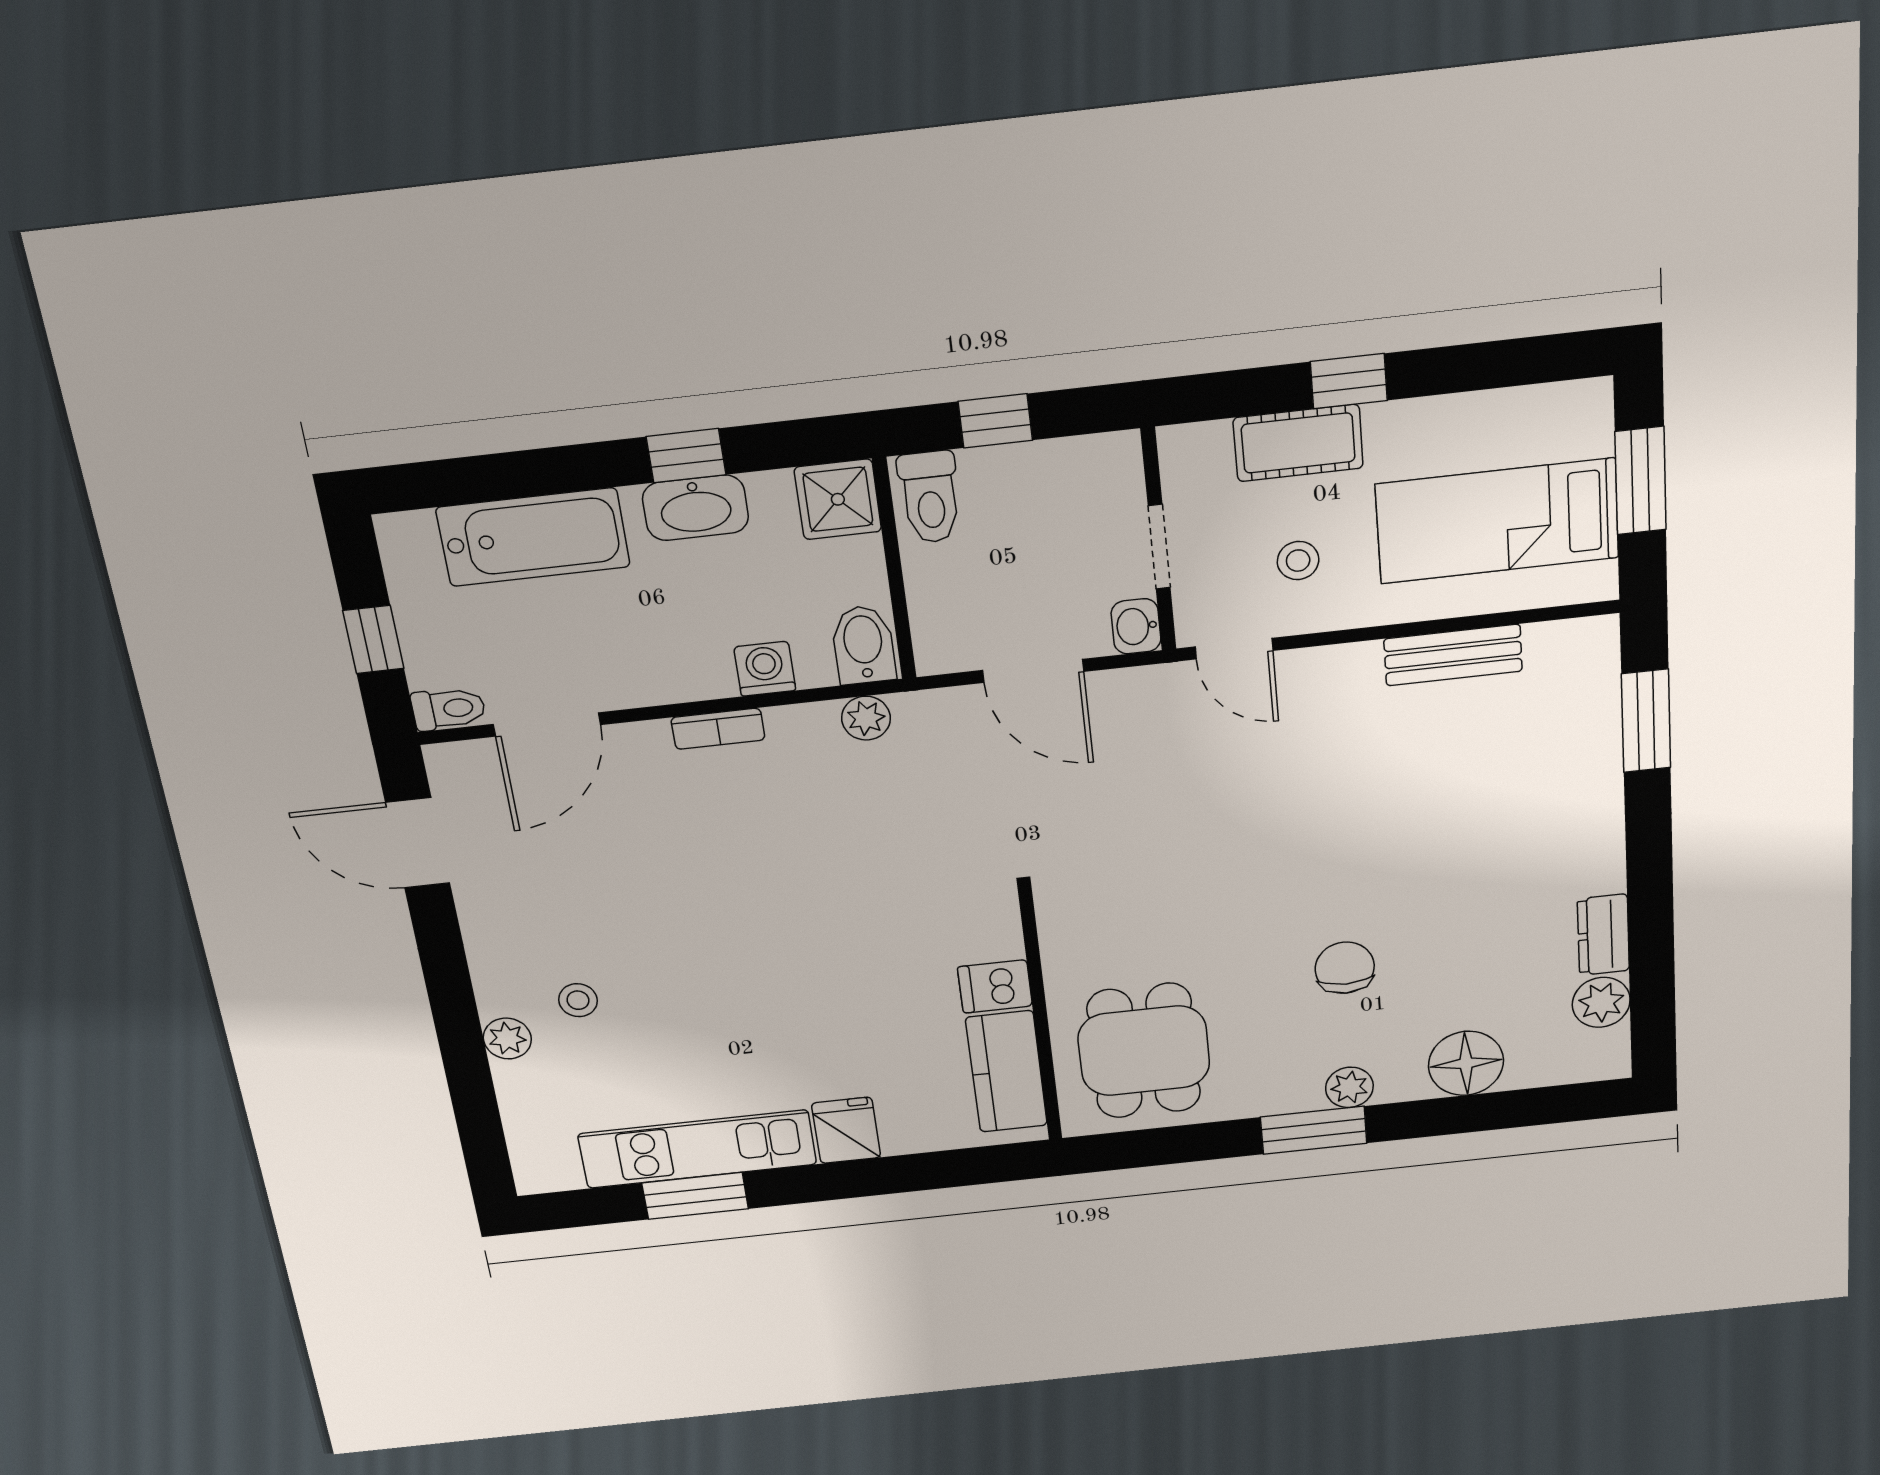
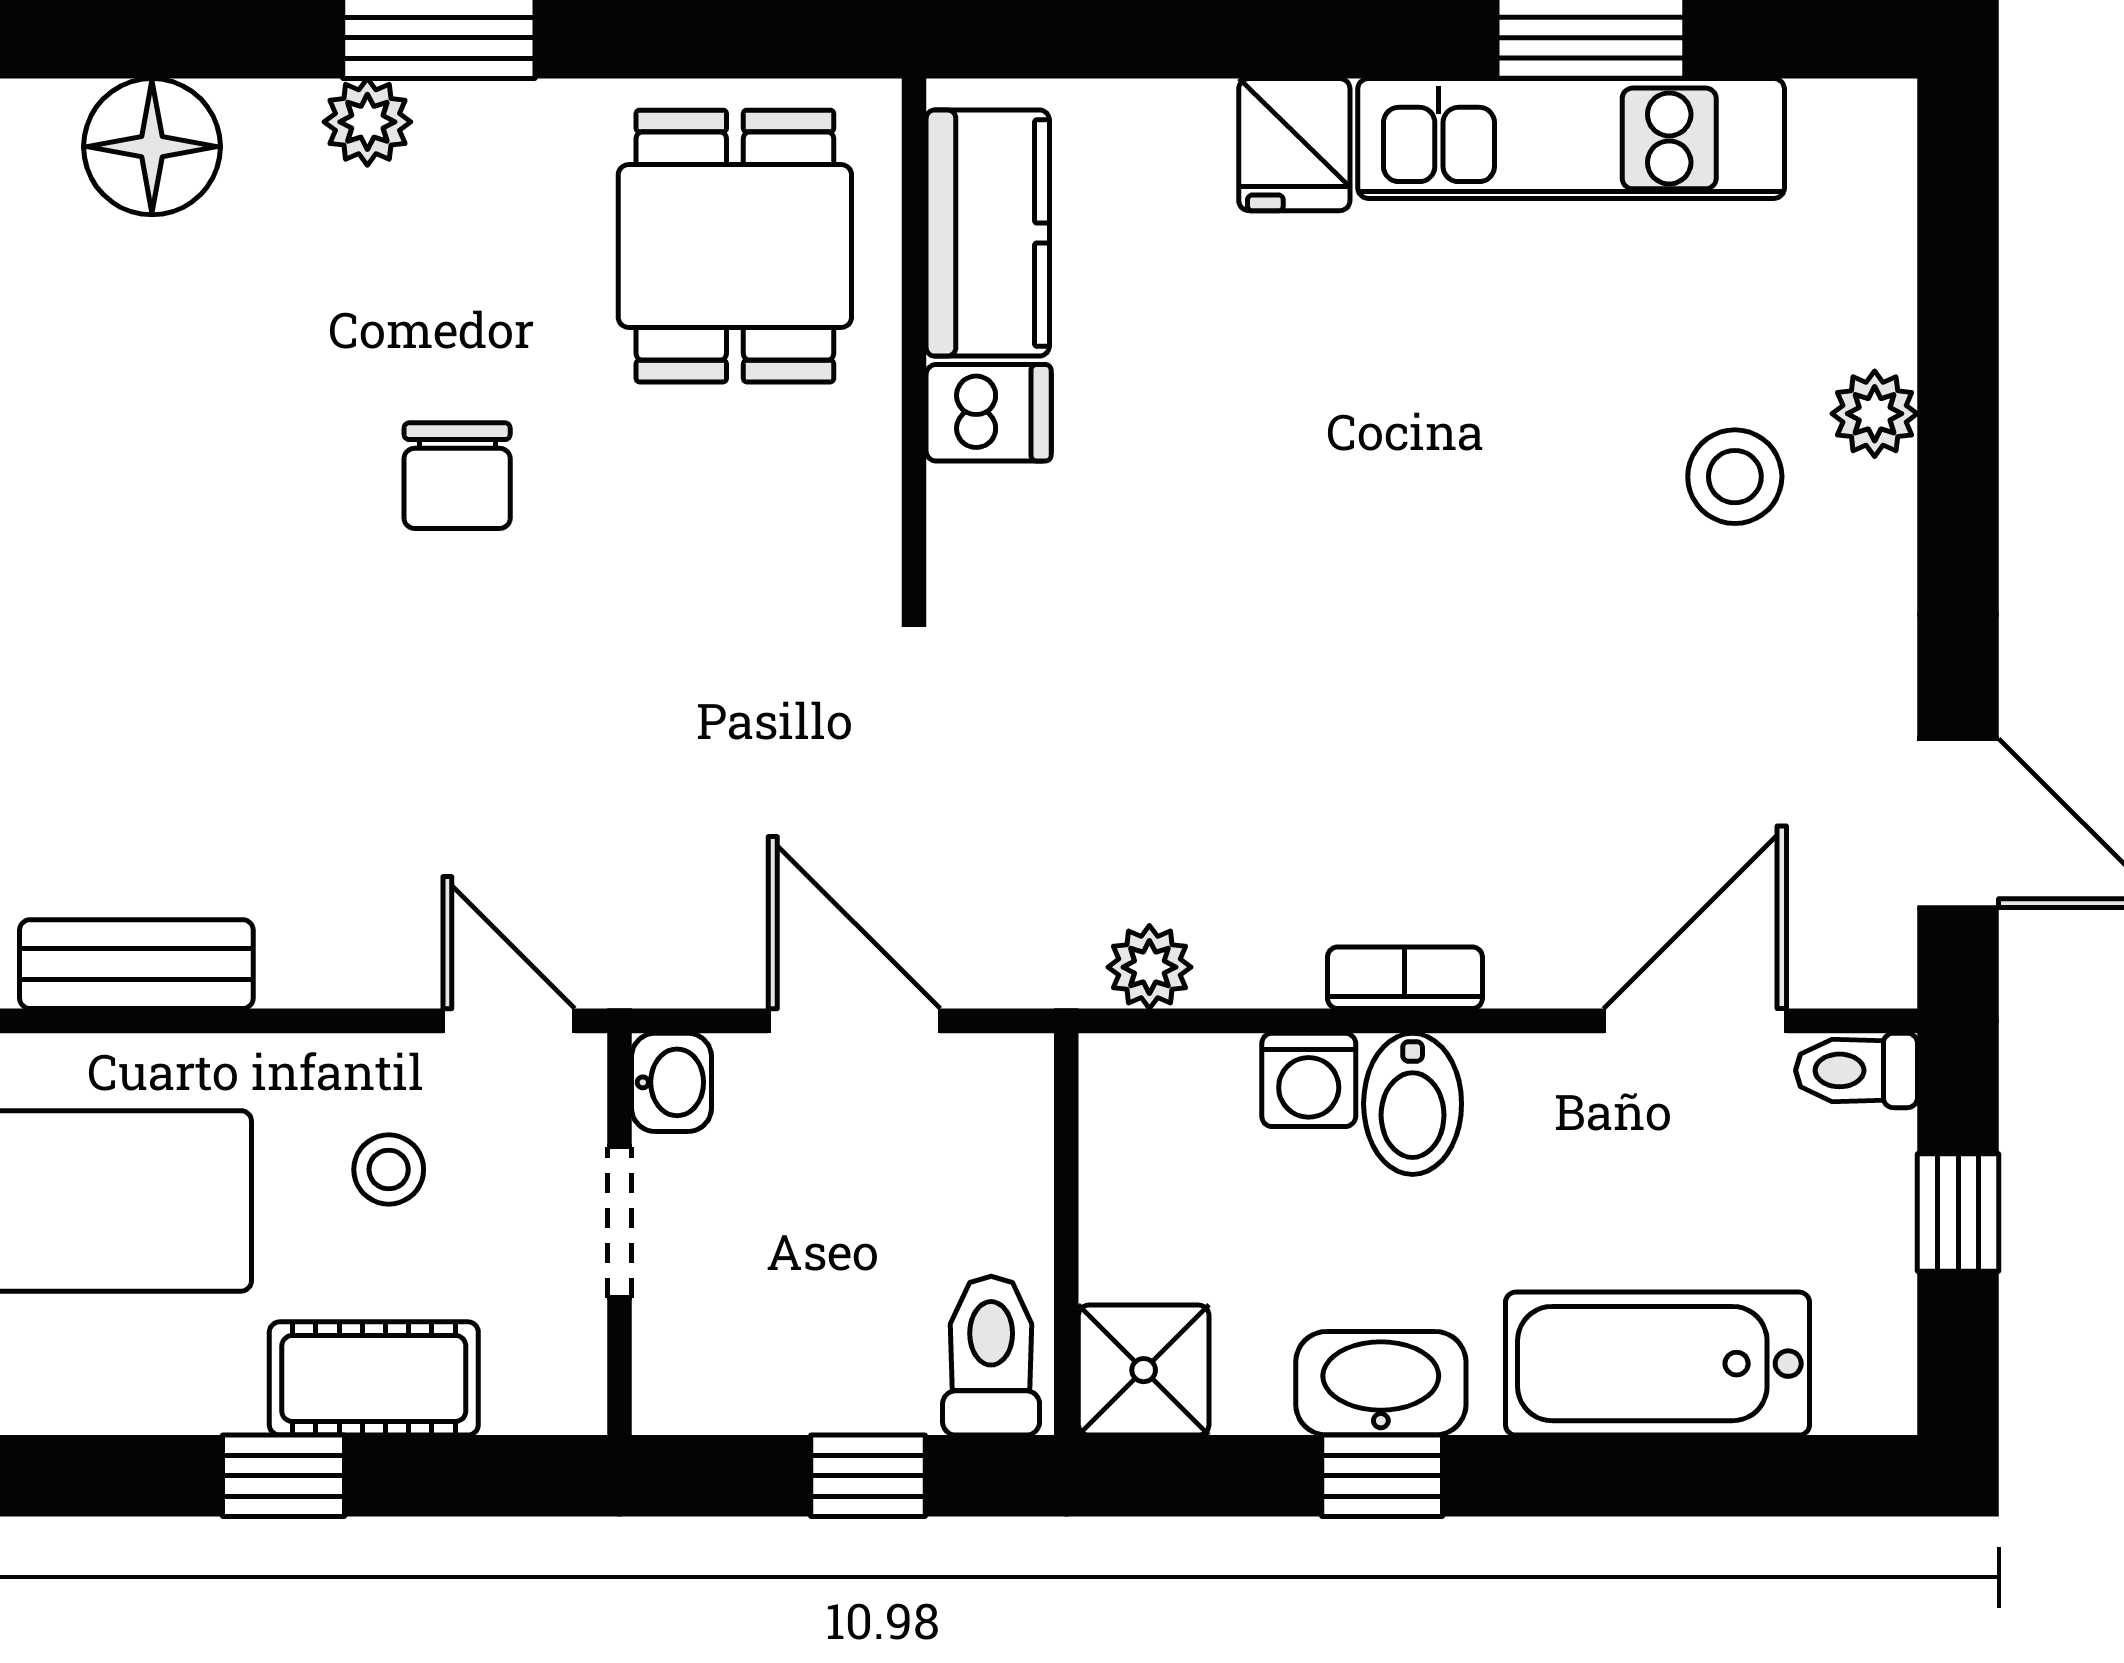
bidet: (863, 645) -> (1413, 1104), moved
chair: (1345, 968) -> (457, 476), moved
stool: (578, 1000) -> (1735, 477), width x1.37, depth x1.37

